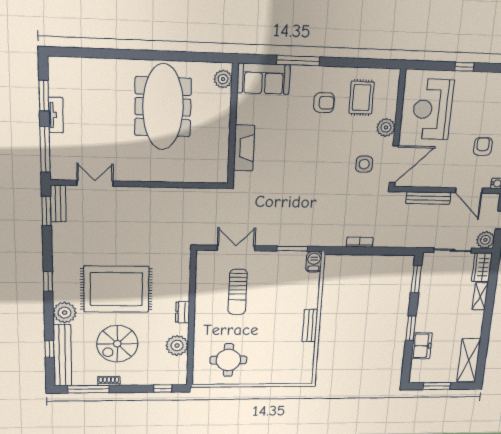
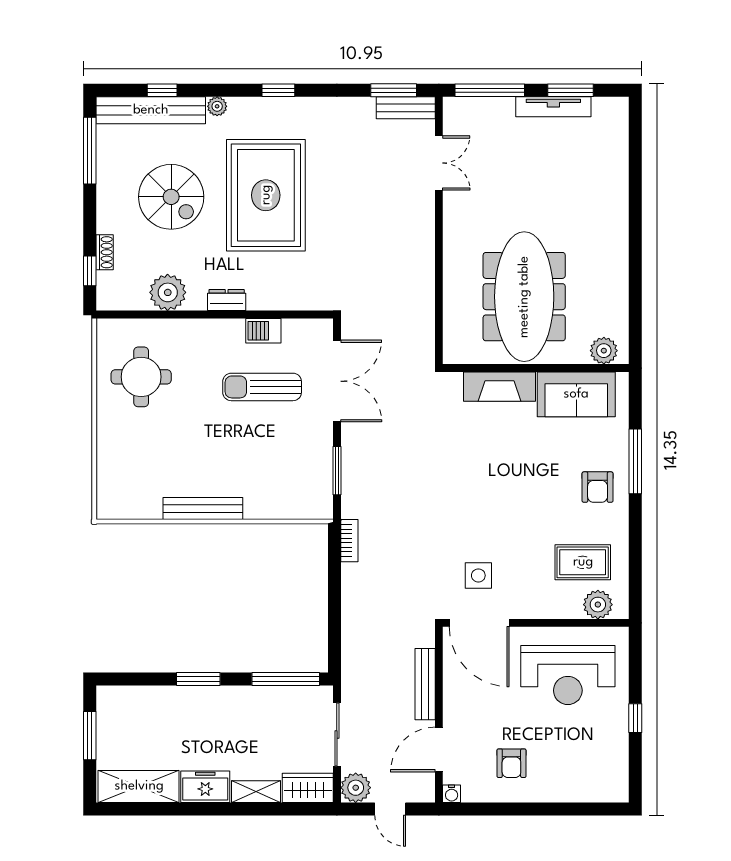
sofa: (264, 79) -> (576, 394), moved, turned -90
armchair: (324, 103) -> (598, 487), moved
meeting table: (163, 107) -> (524, 297), moved, turned 90
reception desk: (432, 109) -> (568, 675), turned 180
tv unit: (56, 115) -> (553, 107), width x1.41
plant: (386, 127) -> (598, 605), moved
armchair: (483, 146) -> (511, 763), turned 90
bookcase: (360, 242) -> (349, 541), moved
double door: (236, 248) -> (337, 381), width x1.37
barbecue: (314, 262) -> (263, 331), moved, turned 180
window: (416, 279) -> (286, 679), width x1.44
plant: (65, 313) -> (217, 106), width x0.53, depth x0.53
bench: (310, 326) -> (203, 509), width x1.36
spiral stairs: (117, 344) -> (171, 197), turned 180
freezer: (422, 346) -> (205, 787), moved, turned 180
shoe rack: (109, 381) -> (105, 252), moved

